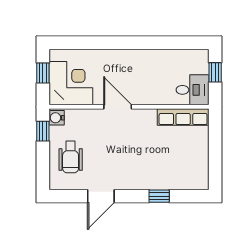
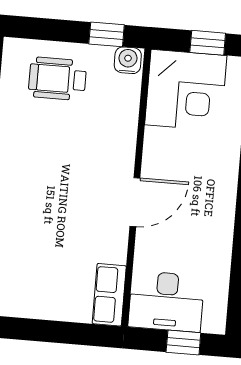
desk: (193, 90) -> (166, 301), width x1.37
door: (118, 107) -> (135, 202), moved
row of seats: (183, 117) -> (109, 295), width x0.68

